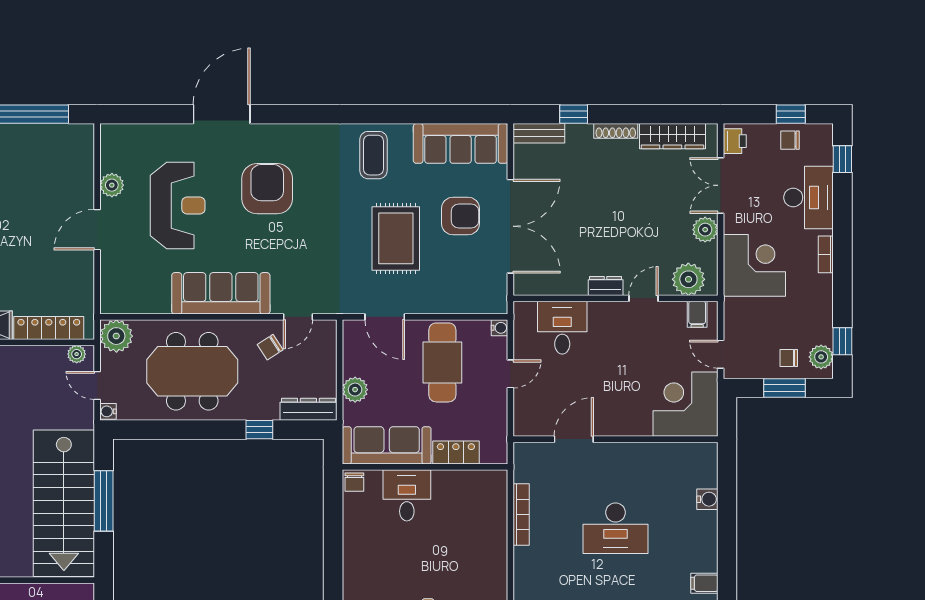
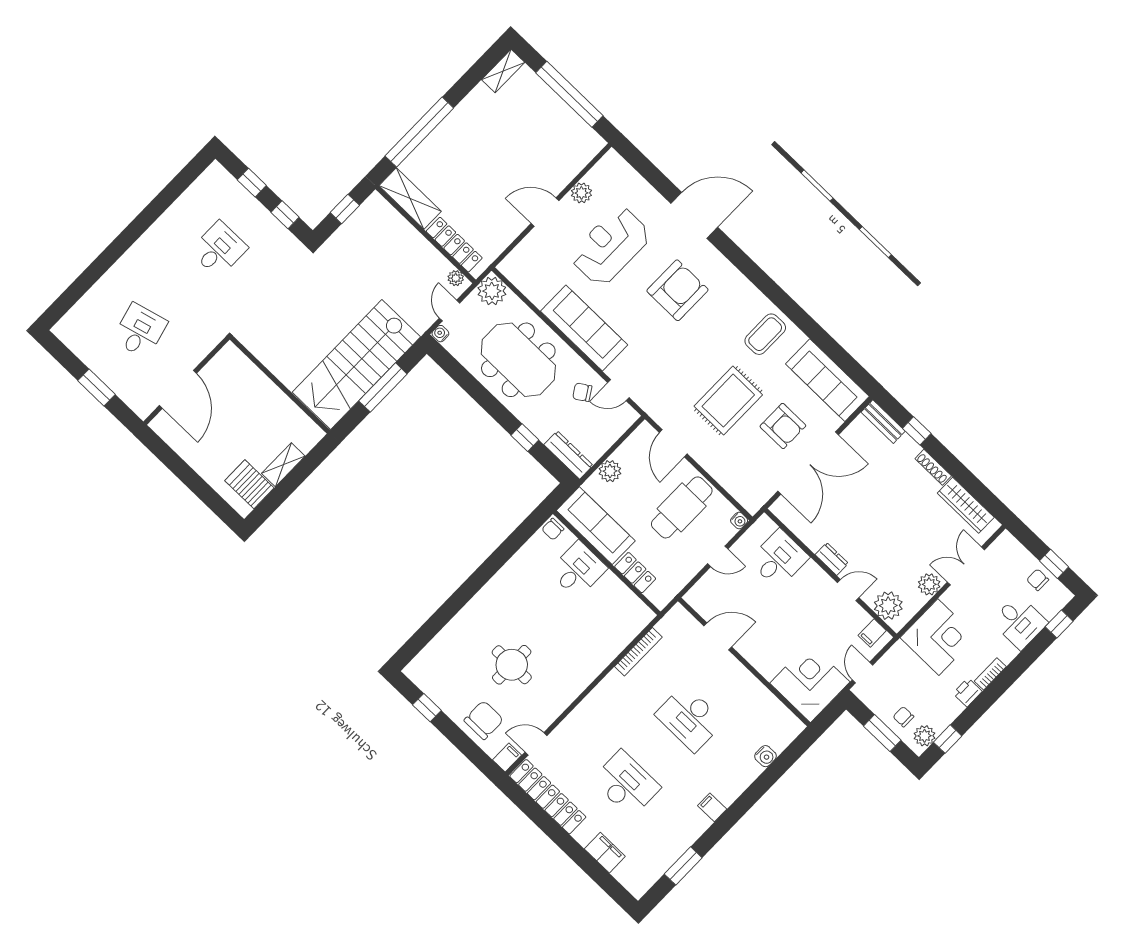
printer: (735, 141) -> (967, 692), moved, turned 180
desk: (809, 197) -> (1019, 622), width x0.73
reception desk: (178, 206) -> (611, 246), turned 180

